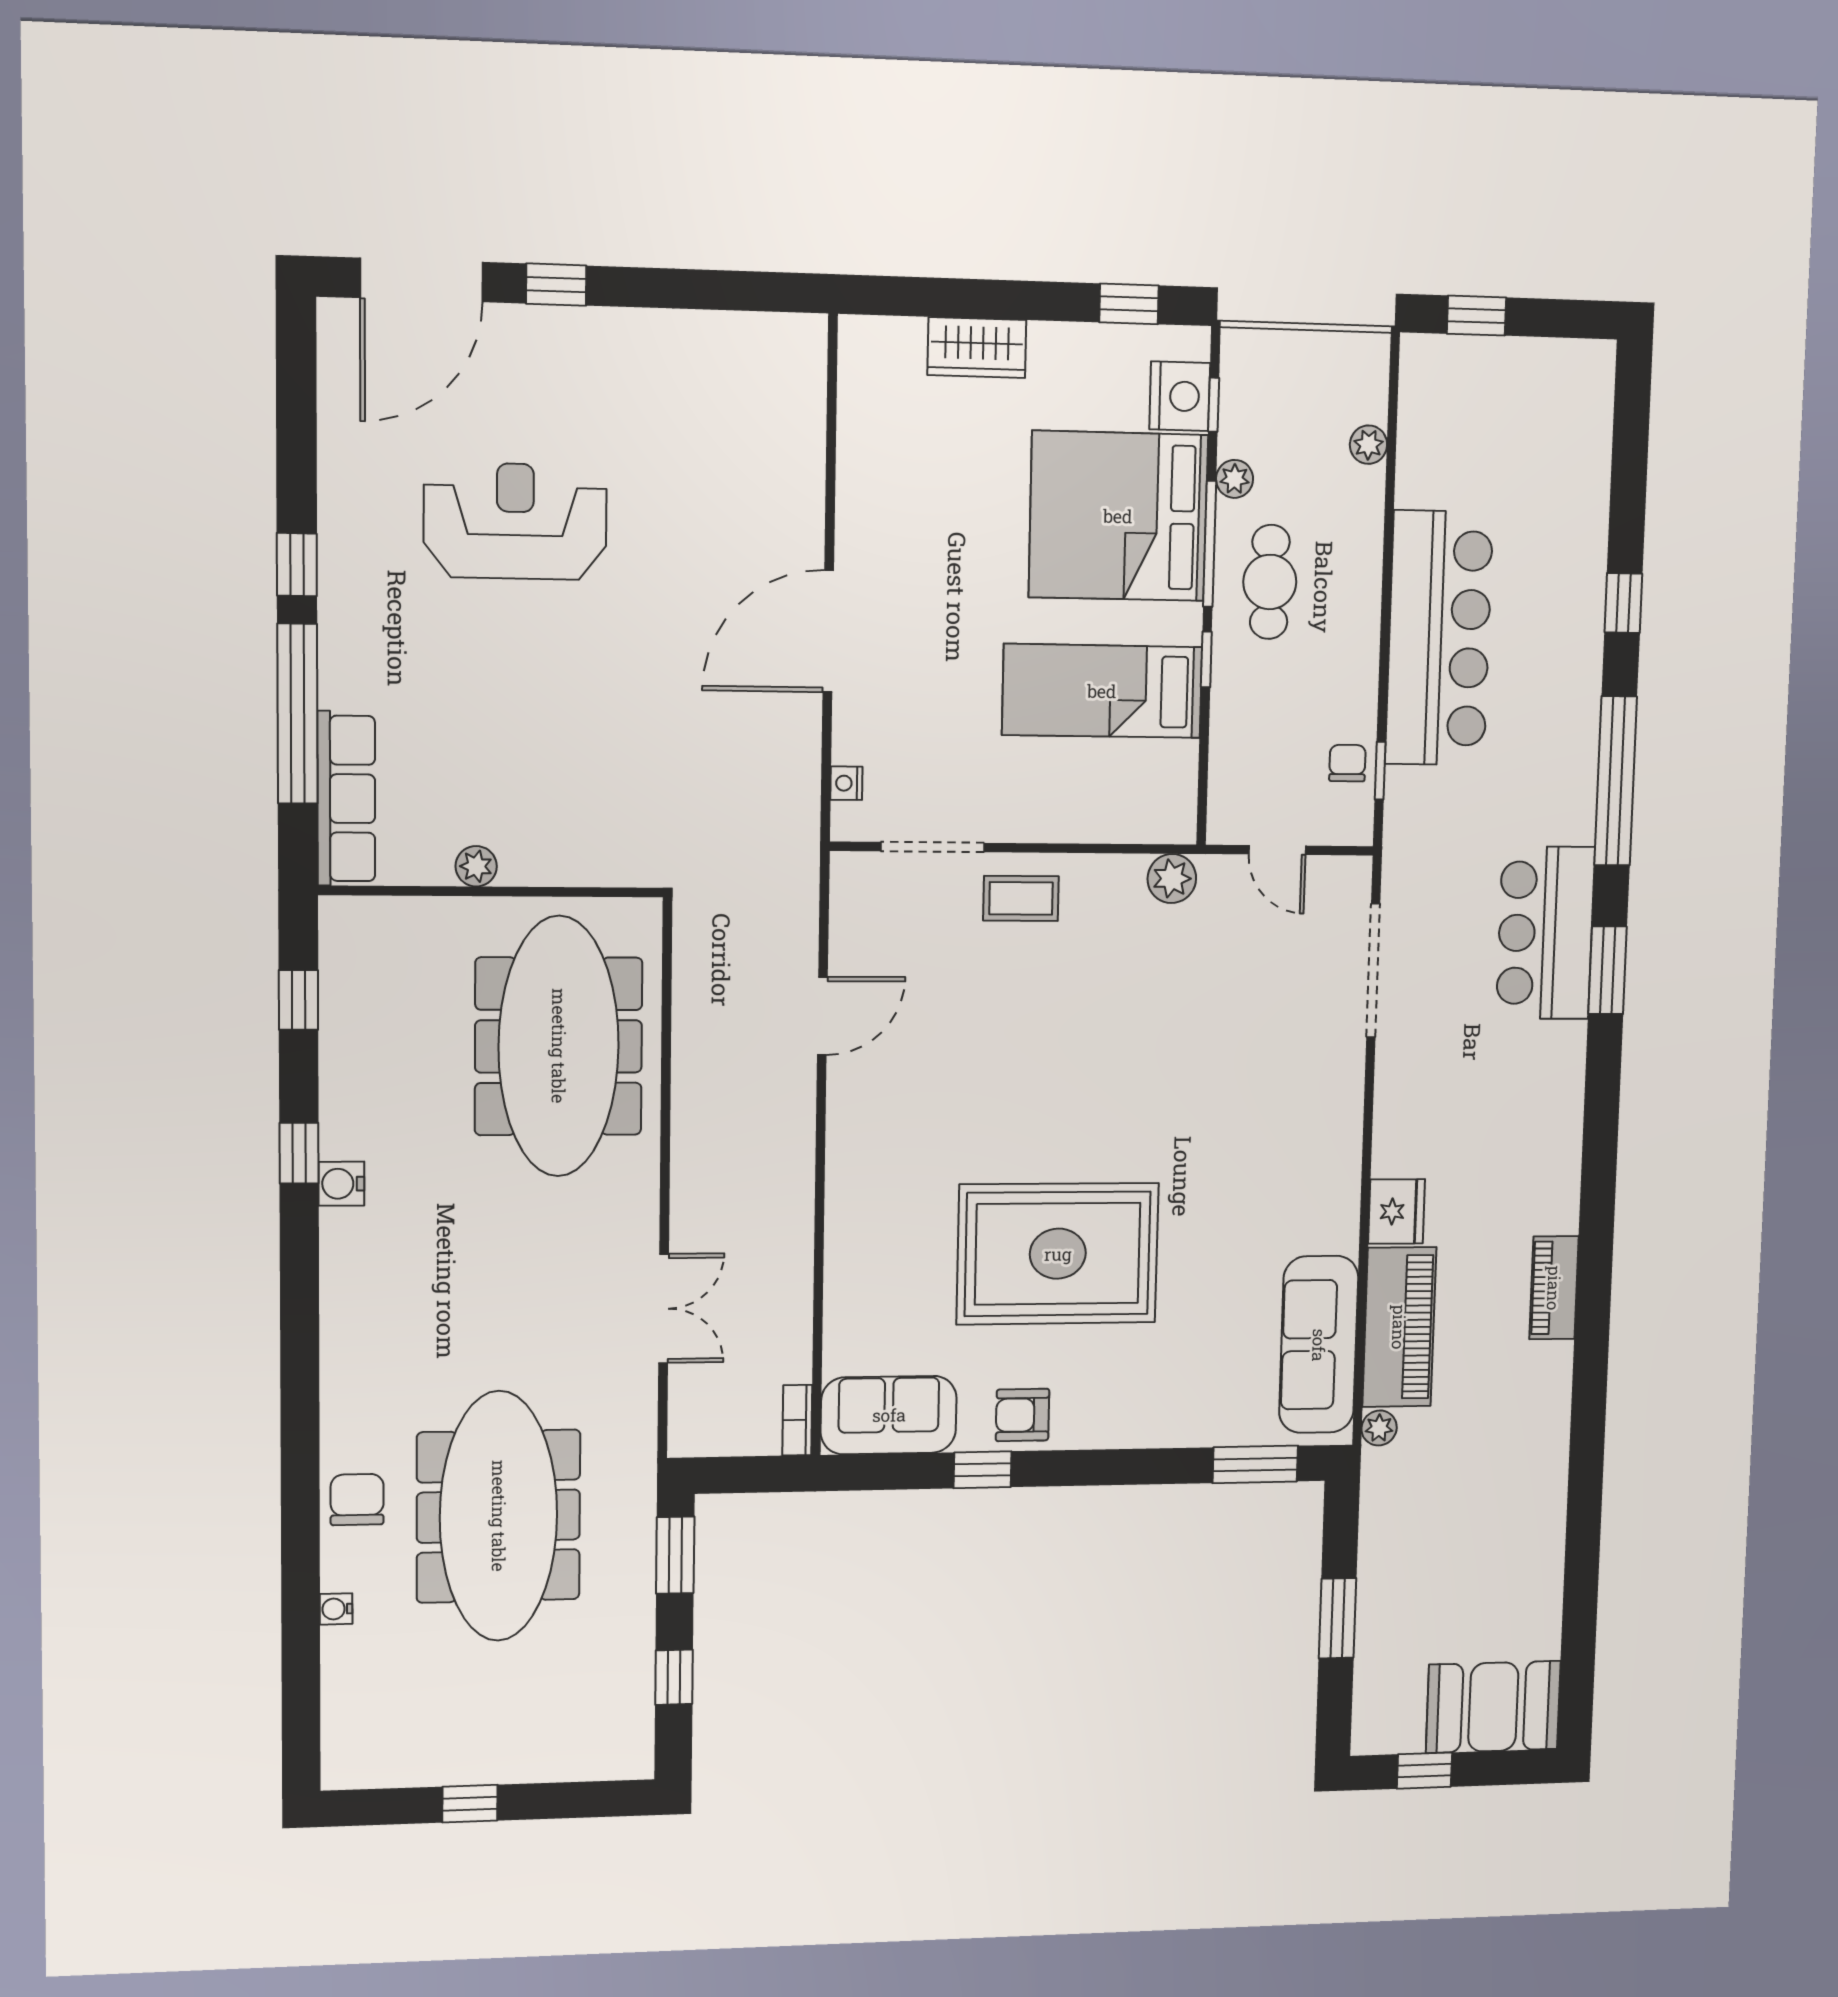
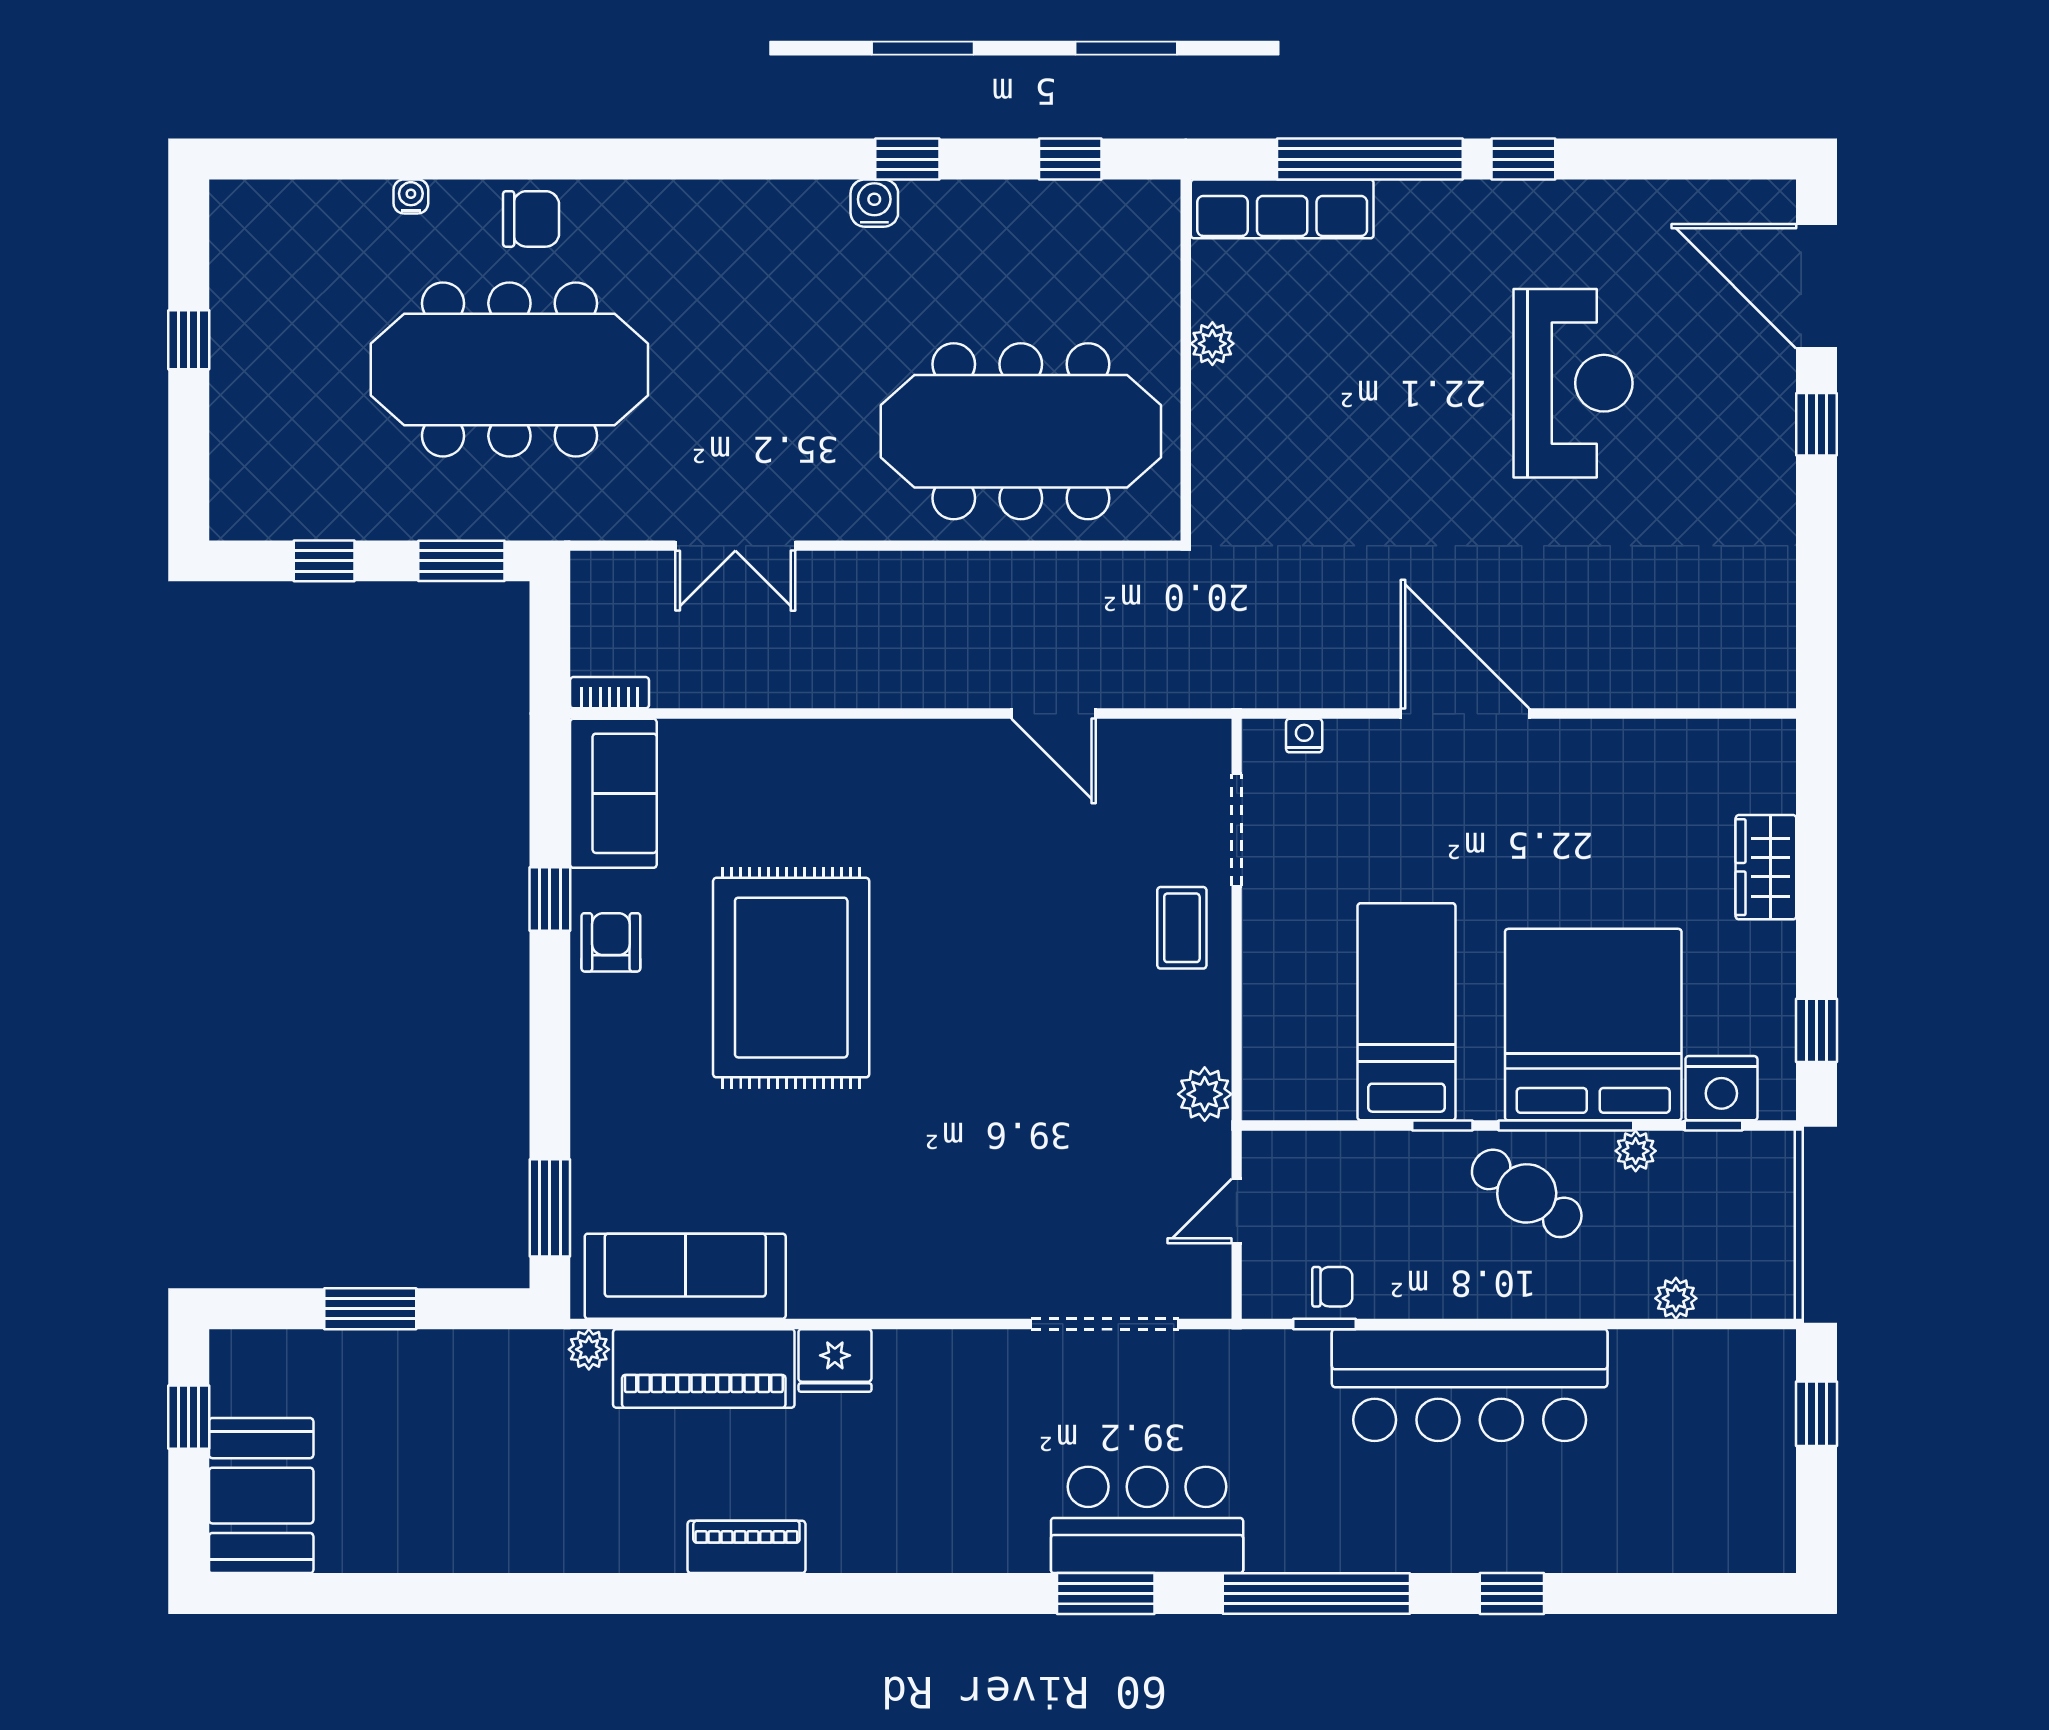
cafe table: (1270, 582) -> (1527, 1193), turned 34

